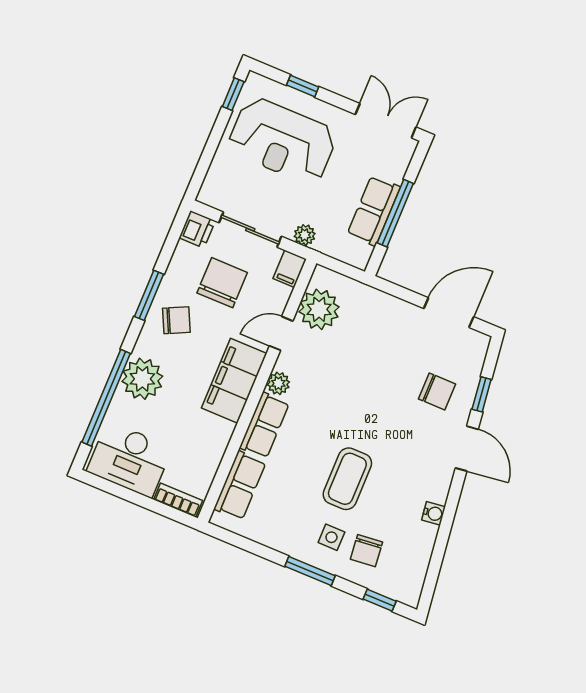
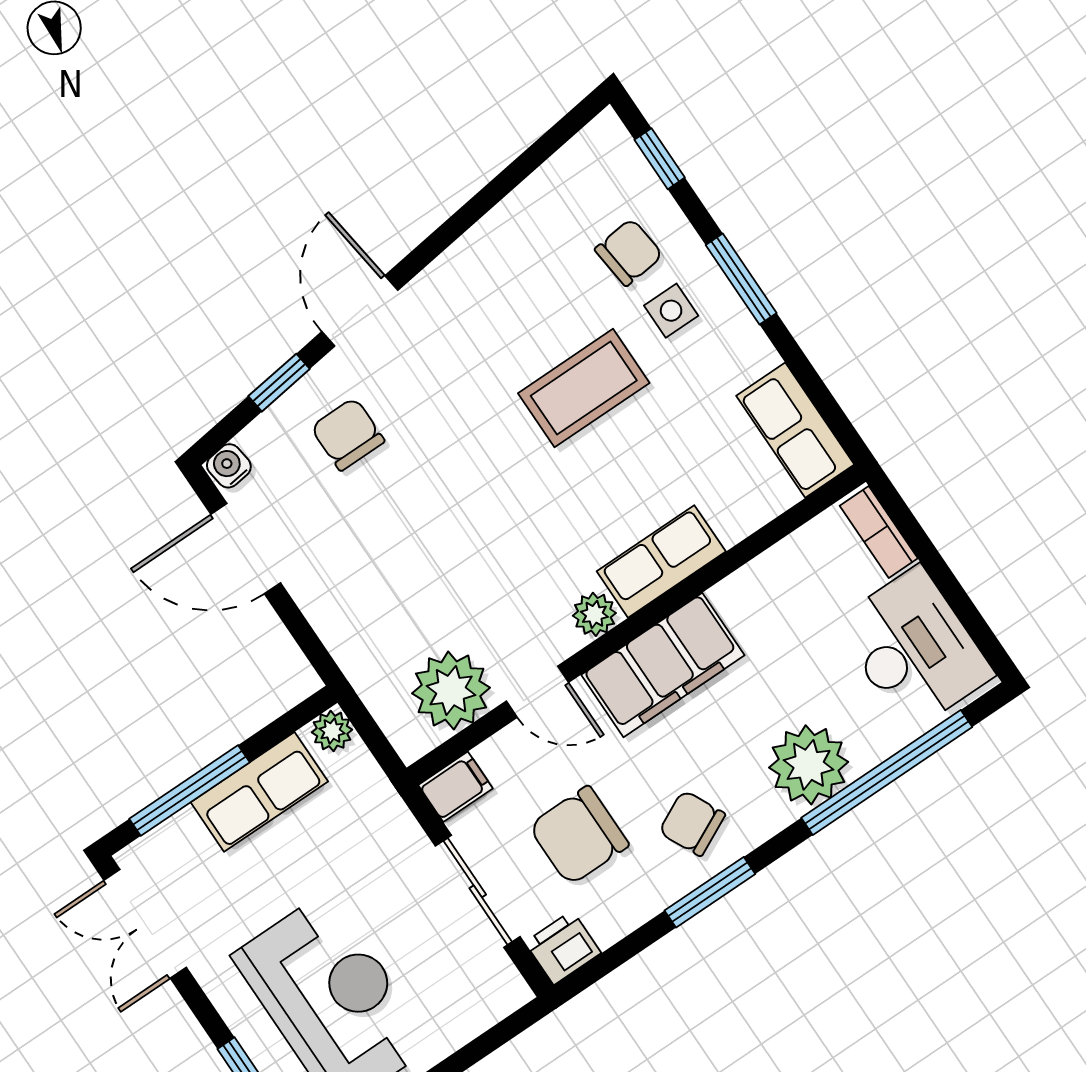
window: (395, 213) -> (189, 790), moved
plant: (305, 235) -> (332, 731), moved
row of seats: (240, 485) -> (795, 430), moved, turned -90
water cooler: (433, 513) -> (229, 466), moved

